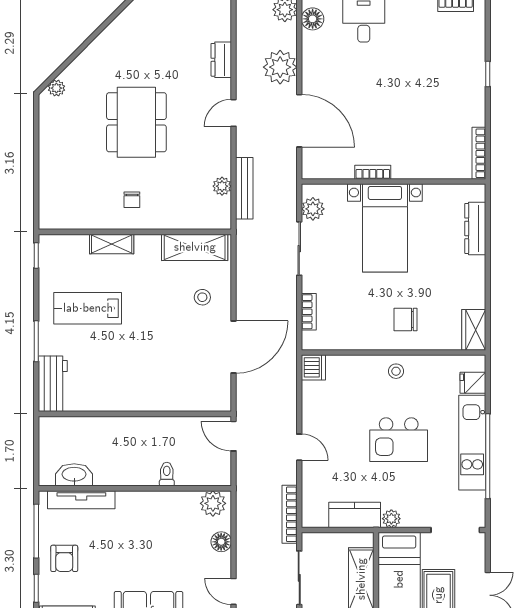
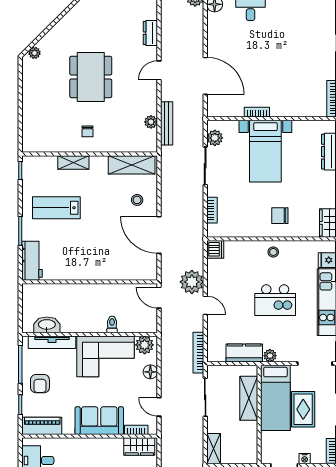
plant: (280, 67) -> (192, 282), moved
door: (233, 347) -> (159, 235), swing flipped
corner sofa: (157, 520) -> (106, 356), added

